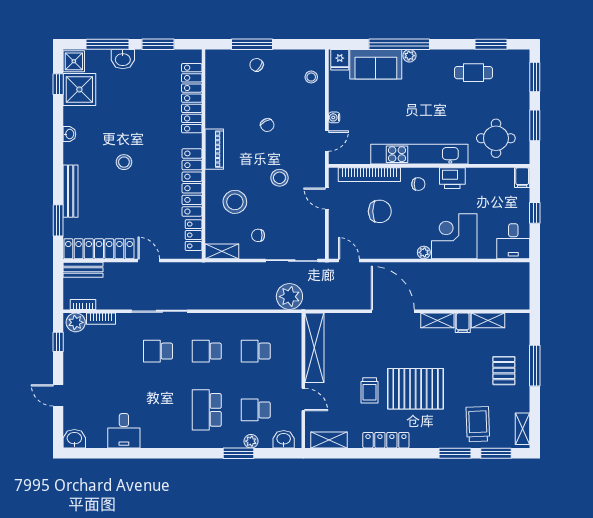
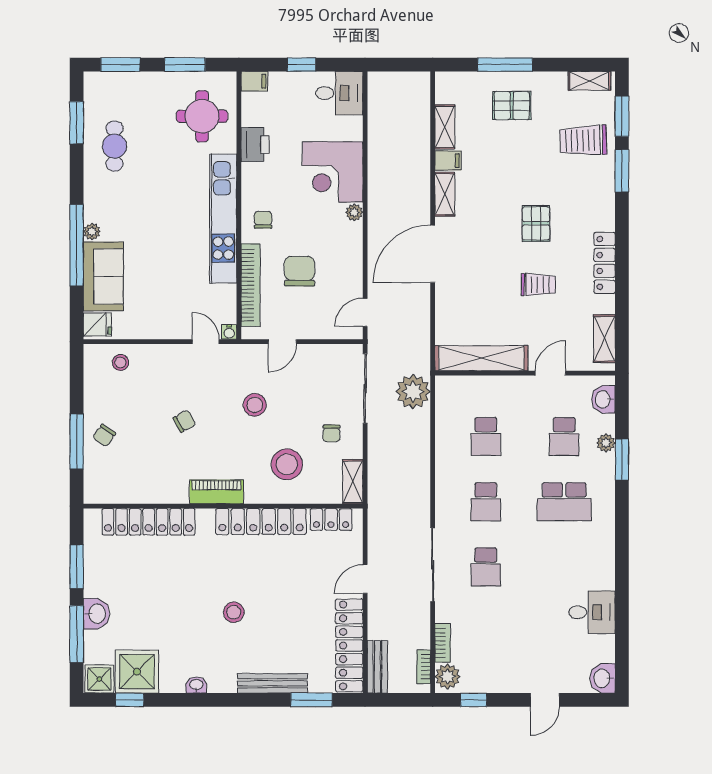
water cooler: (334, 117) -> (229, 332), moved
printer: (452, 178) -> (255, 145), moved
pallet: (416, 389) -> (536, 223), width x0.49, depth x0.50

